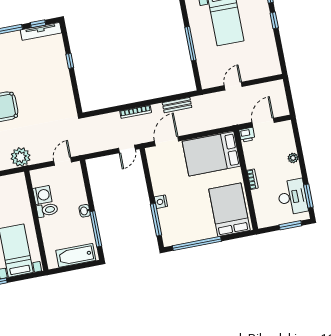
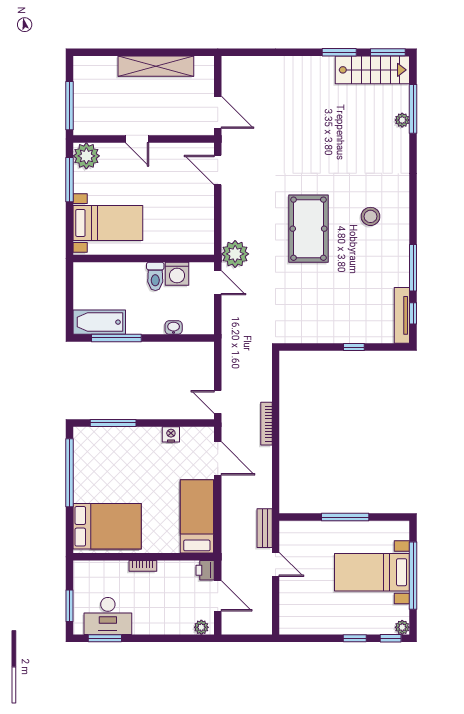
bench: (177, 105) -> (265, 528), moved
bed: (211, 154) -> (197, 516), width x0.67
plant: (293, 158) -> (201, 627), moved
door: (63, 161) -> (218, 283), moved
nightstand: (161, 202) -> (171, 434), moved
washbasin: (85, 211) -> (174, 328), moved
bathtub: (76, 255) -> (99, 322), moved, turned -90

